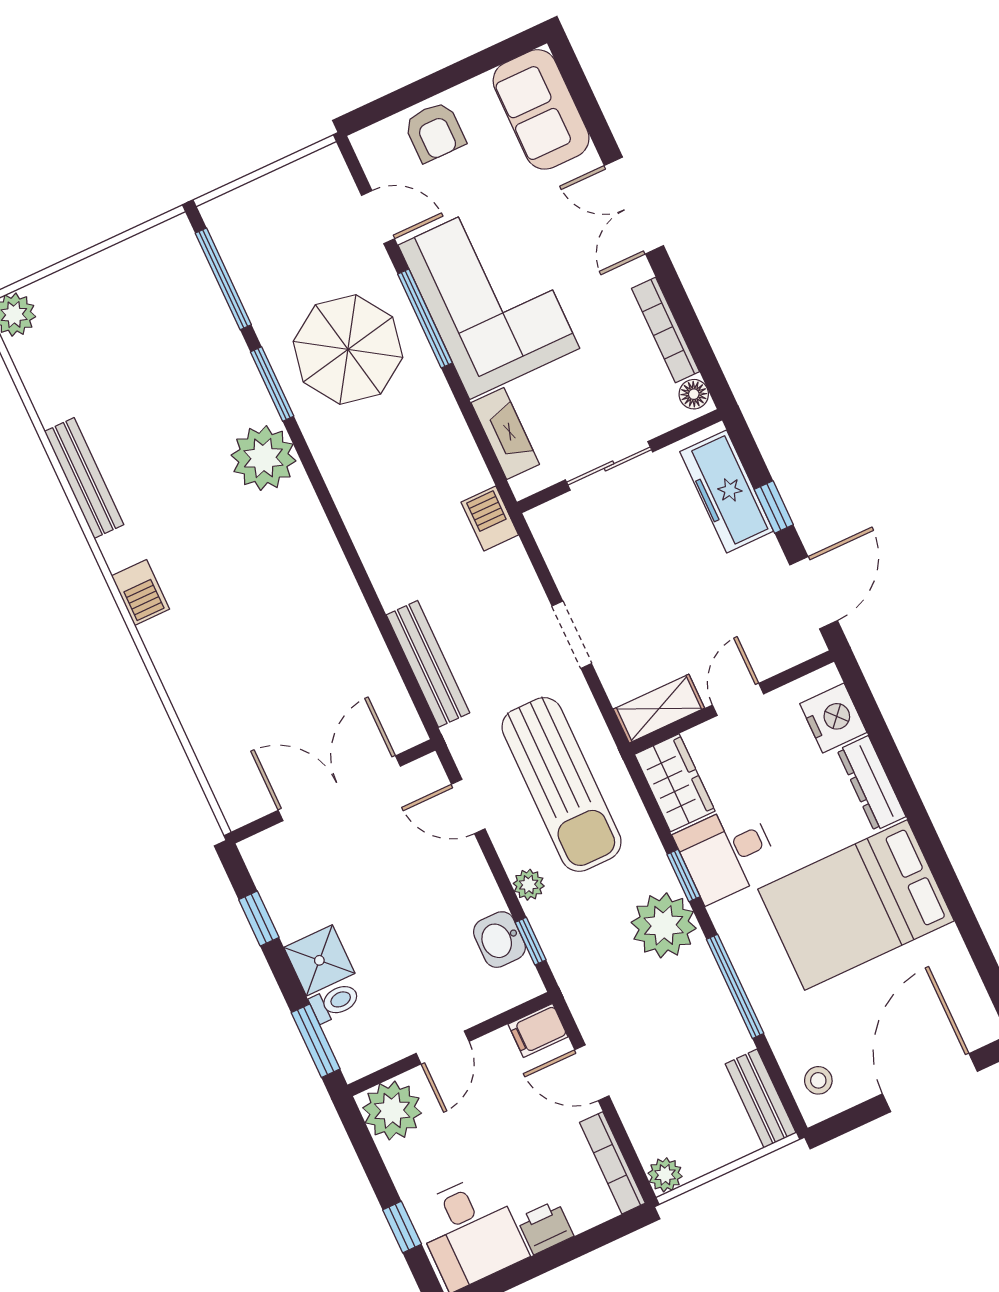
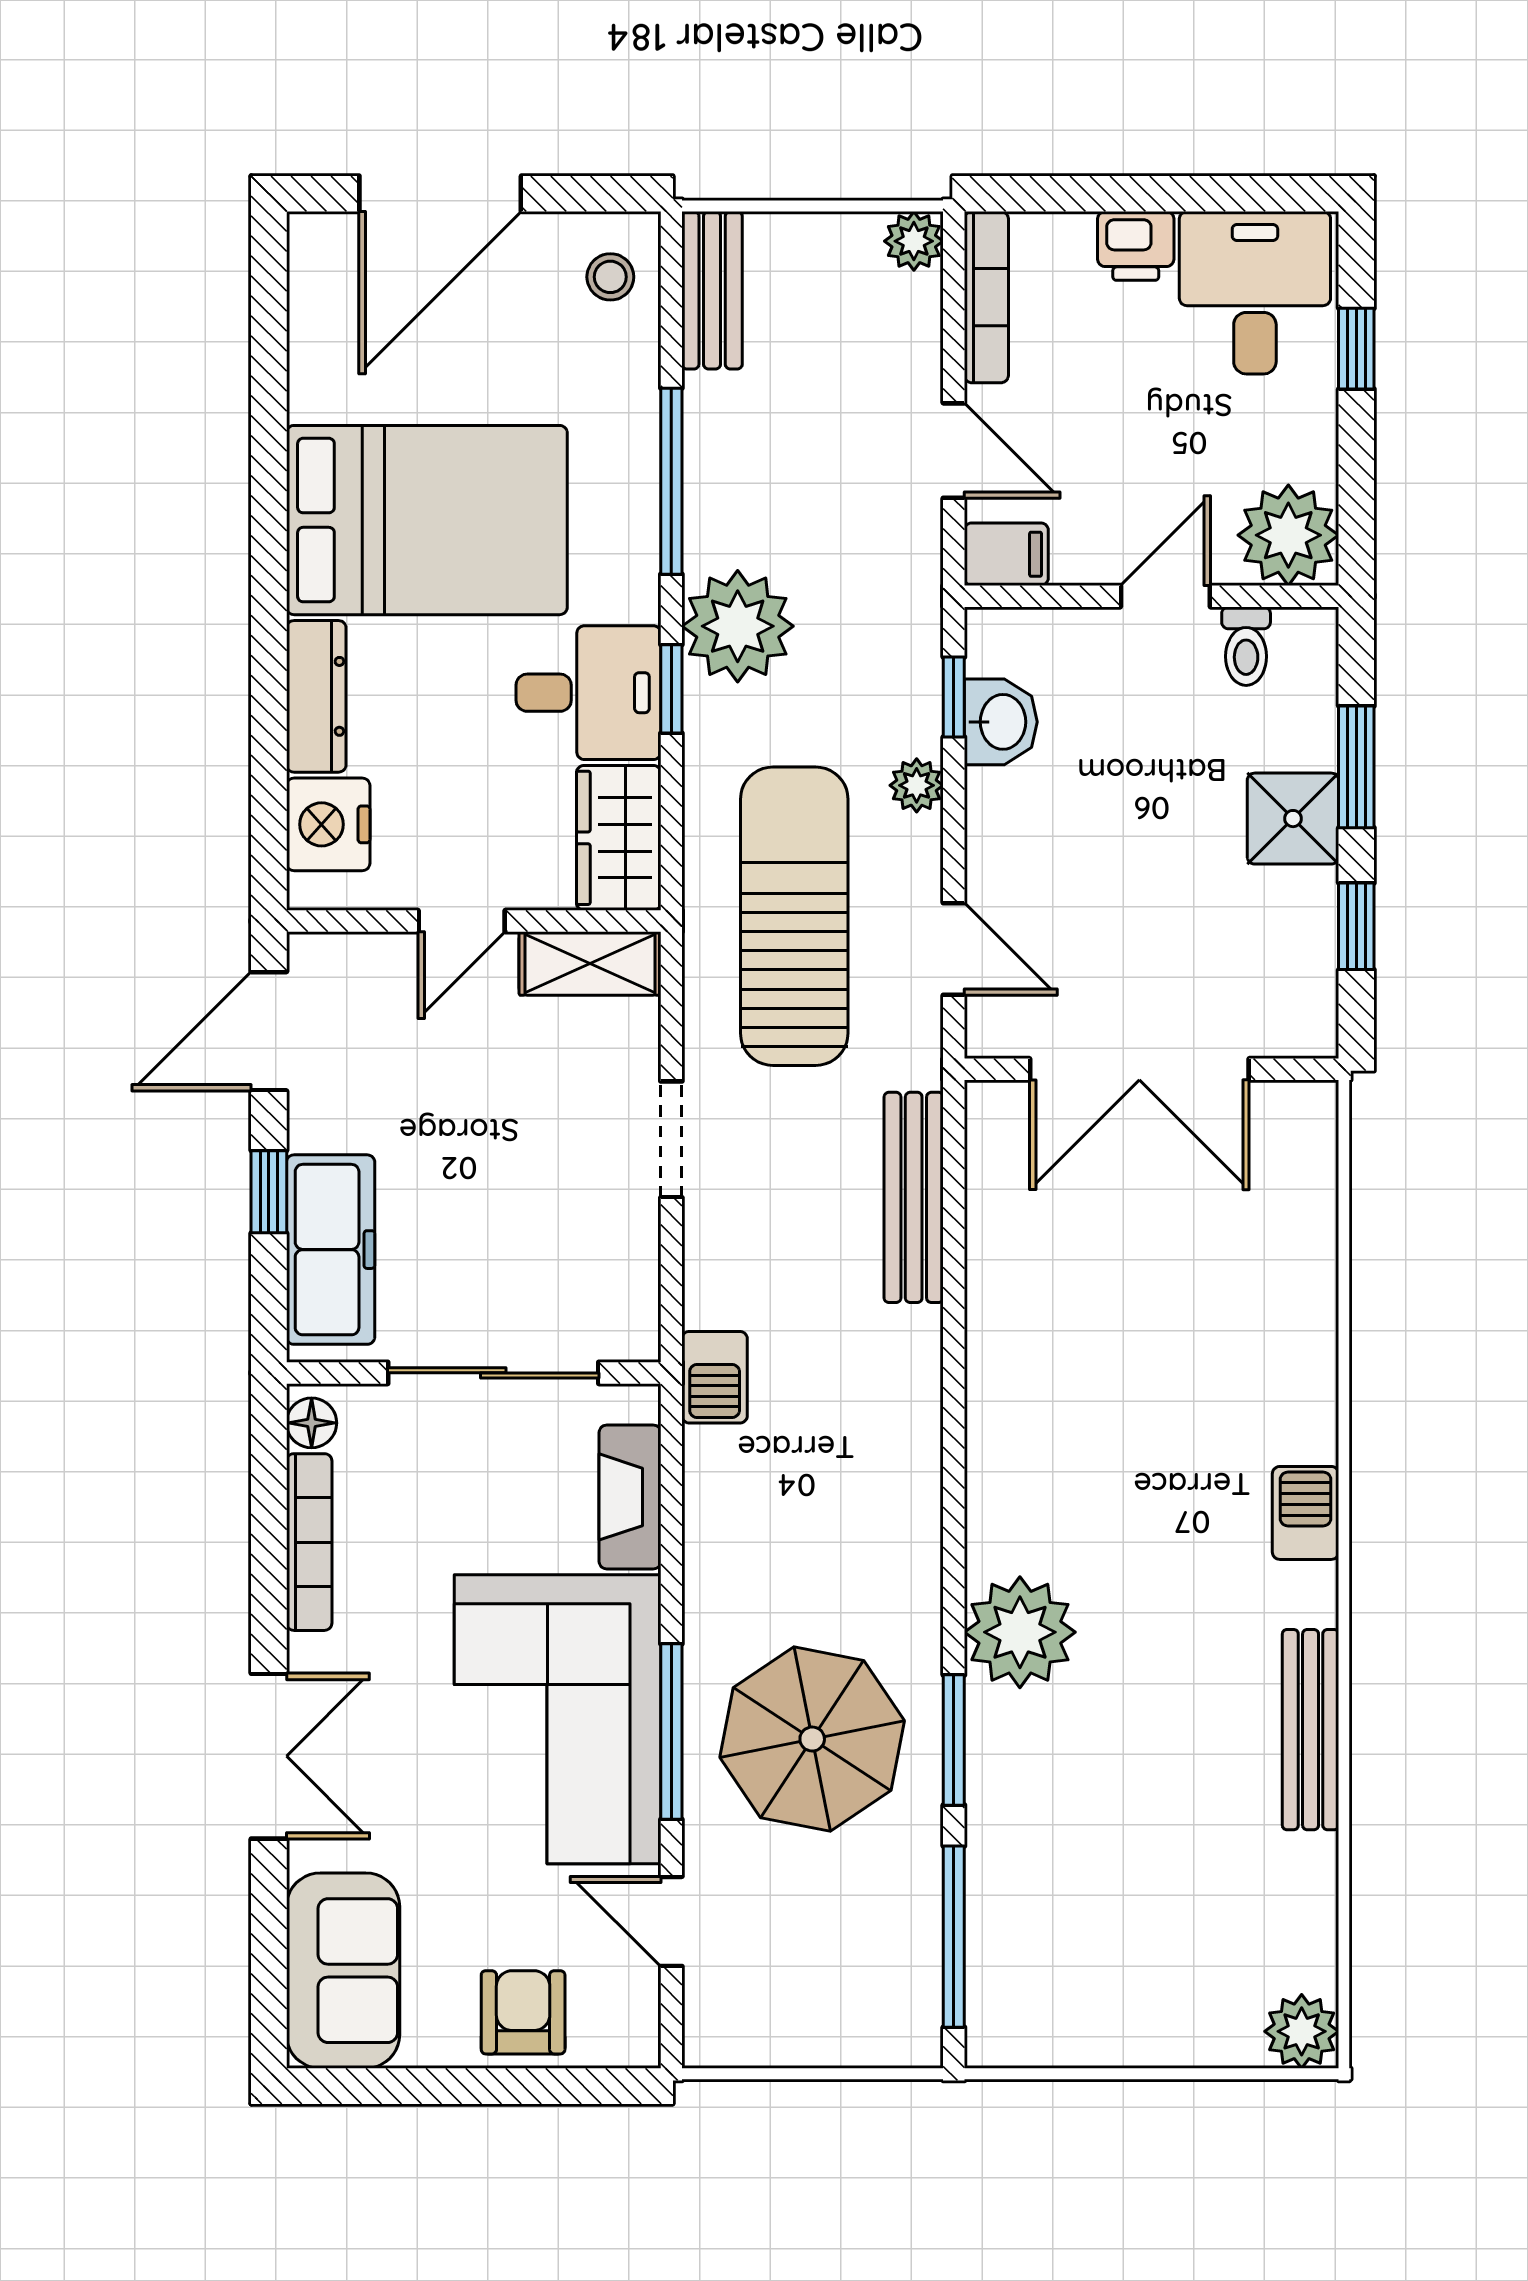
sliding door: (609, 466) -> (493, 1373), width x1.37
toilet: (335, 1002) -> (1246, 646), moved, turned -90
window: (316, 1041) -> (1356, 767), moved

